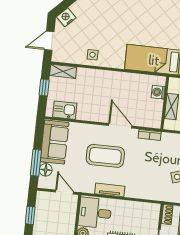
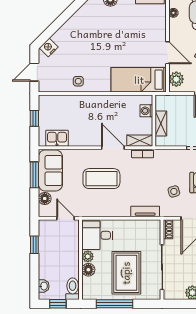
shelving: (63, 71) -> (140, 141), moved
window: (36, 163) -> (34, 175), moved
tv unit: (110, 190) -> (145, 211), moved

